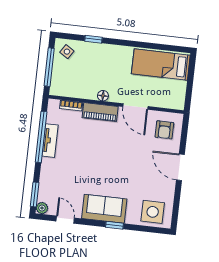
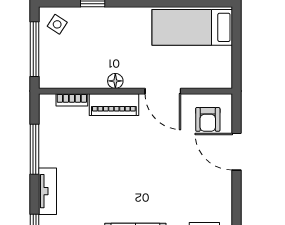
window: (41, 137) -> (34, 149), width x0.68
tv unit: (50, 141) -> (47, 191), moved
door: (180, 167) -> (236, 152), moved

